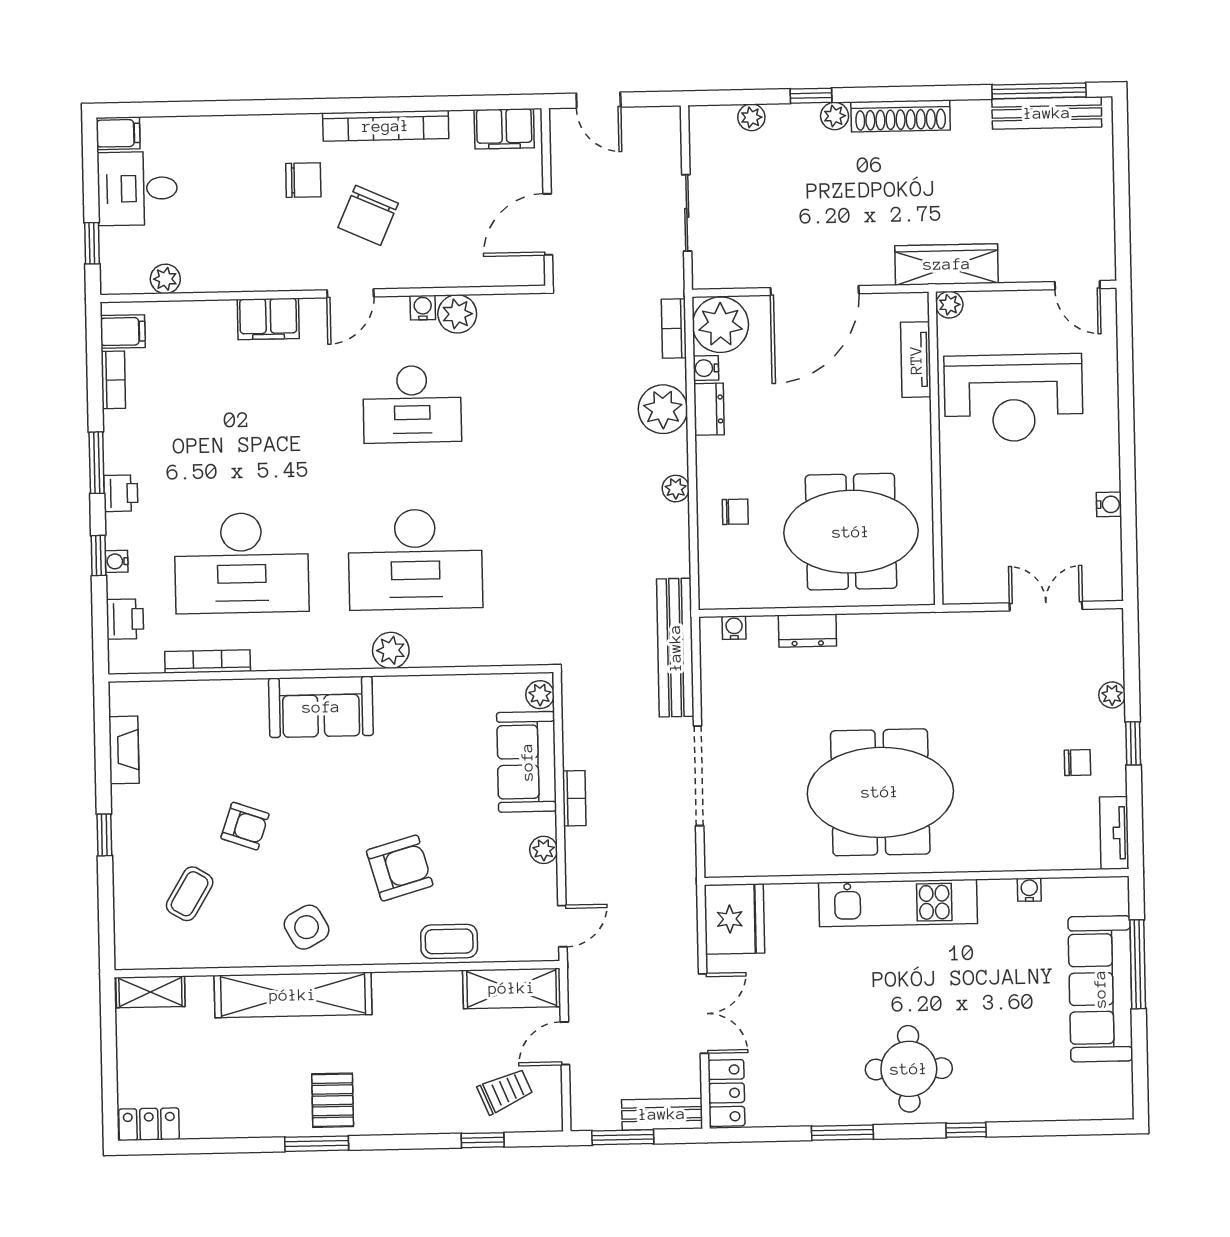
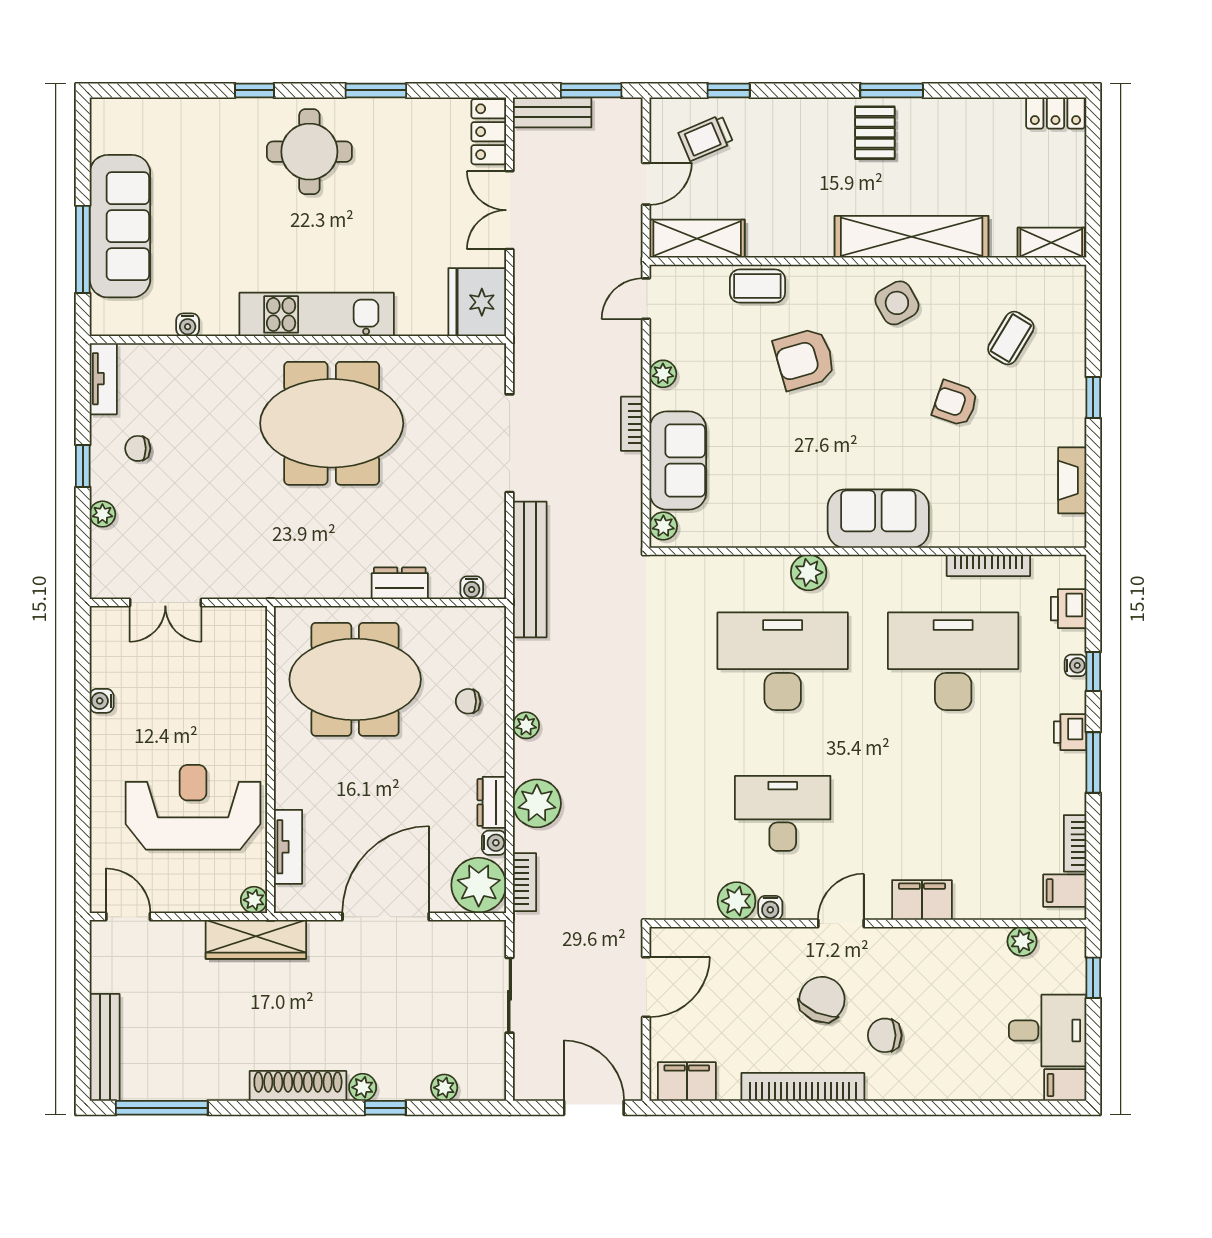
door: (598, 100) -> (594, 1108), width x1.38
bench: (1047, 113) -> (105, 1047), moved, turned 90

